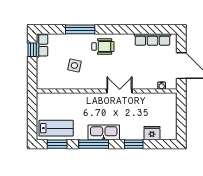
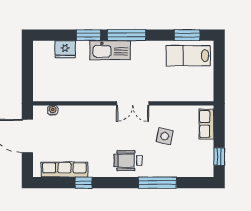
window: (138, 29) -> (84, 183), added
row of seats: (42, 45) -> (206, 124), moved
double door: (120, 91) -> (133, 103), moved
kitchen sink: (104, 132) -> (110, 50), moved
window: (94, 144) -> (127, 35), moved

